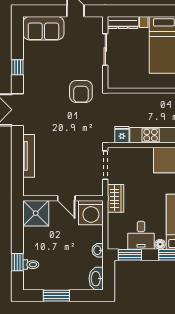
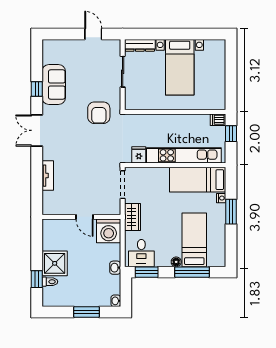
sofa: (43, 28) -> (54, 85), moved, turned -90
tv unit: (29, 156) -> (48, 176), width x0.71
shower: (36, 213) -> (55, 263), moved
desk: (141, 235) -> (141, 253), moved
washbasin: (96, 279) -> (116, 301), width x0.52, depth x0.69
window: (56, 296) -> (86, 312), moved

